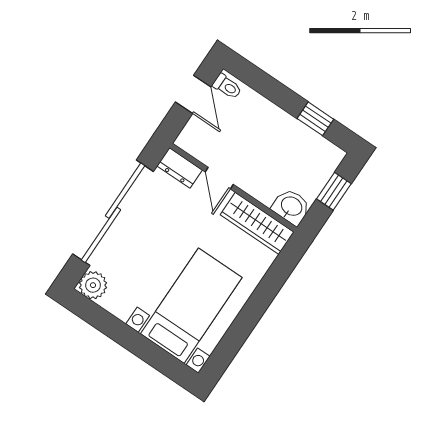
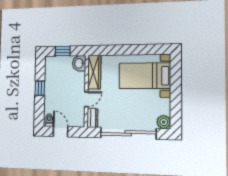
door: (193, 94) -> (60, 132), hinge flipped
window: (315, 119) -> (40, 88), moved

